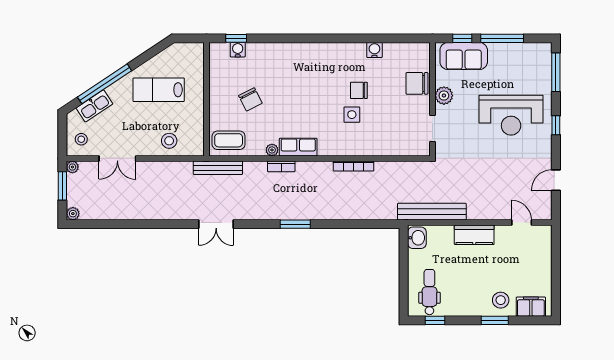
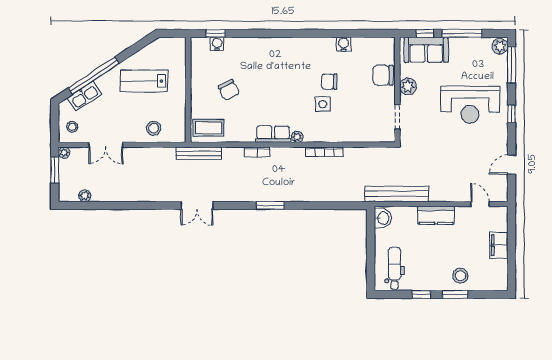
plant: (543, 52) -> (500, 46), added
plant: (272, 150) -> (297, 137), moved
plant: (73, 214) -> (85, 196), moved
filing cabinet: (531, 307) -> (499, 245), moved, turned -90
window: (435, 320) -> (421, 294), moved

